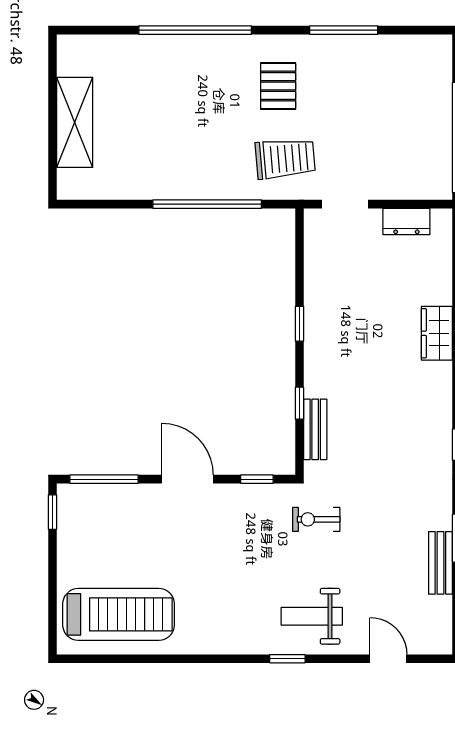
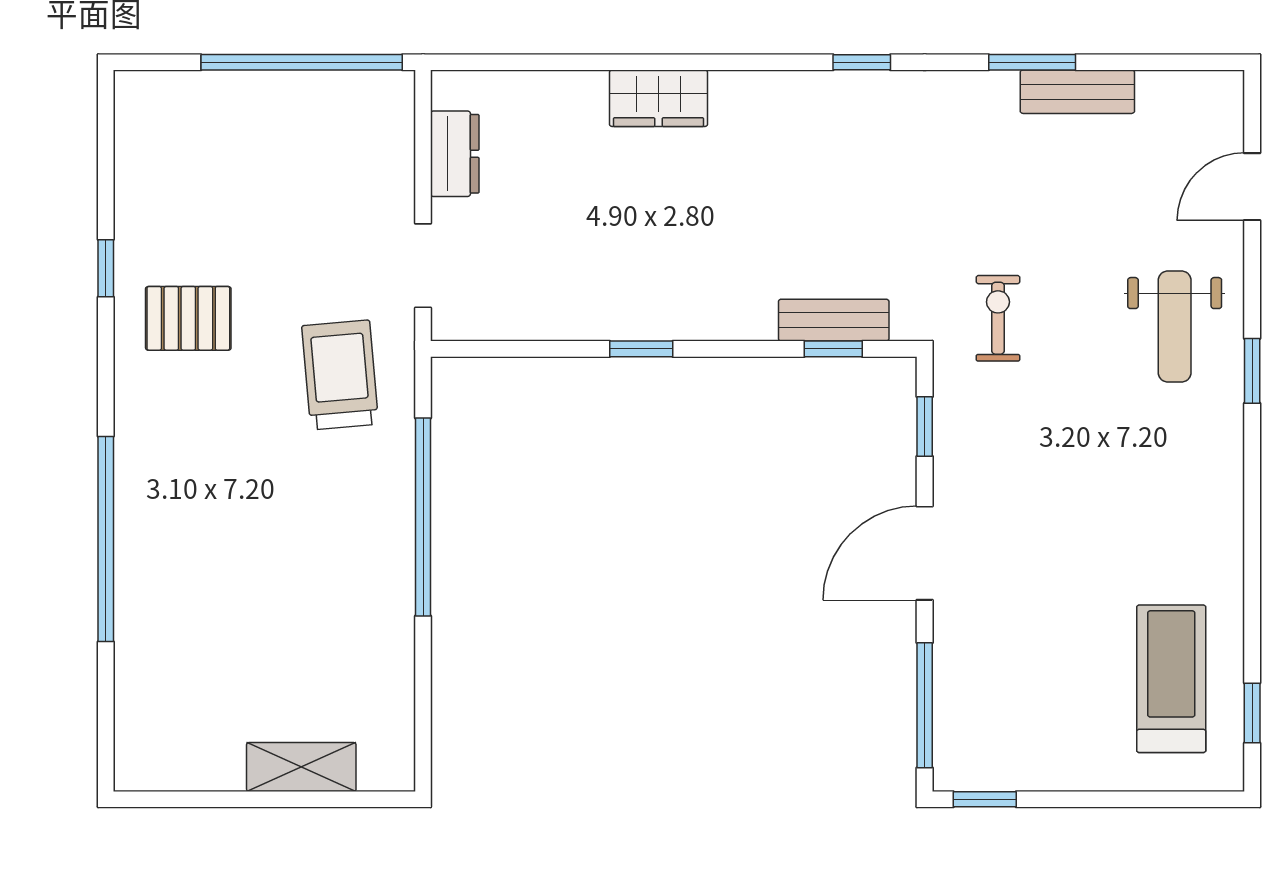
window: (344, 30) -> (106, 268), width x0.46
pallet: (278, 86) -> (188, 318), moved
shelving: (75, 122) -> (301, 767), width x0.67, depth x0.75
window: (299, 403) -> (833, 349), moved
exercise bike: (316, 519) -> (998, 318), turned 180
treadmill: (119, 614) -> (1171, 679), width x0.73, depth x0.73
window: (100, 659) -> (1252, 713), added

